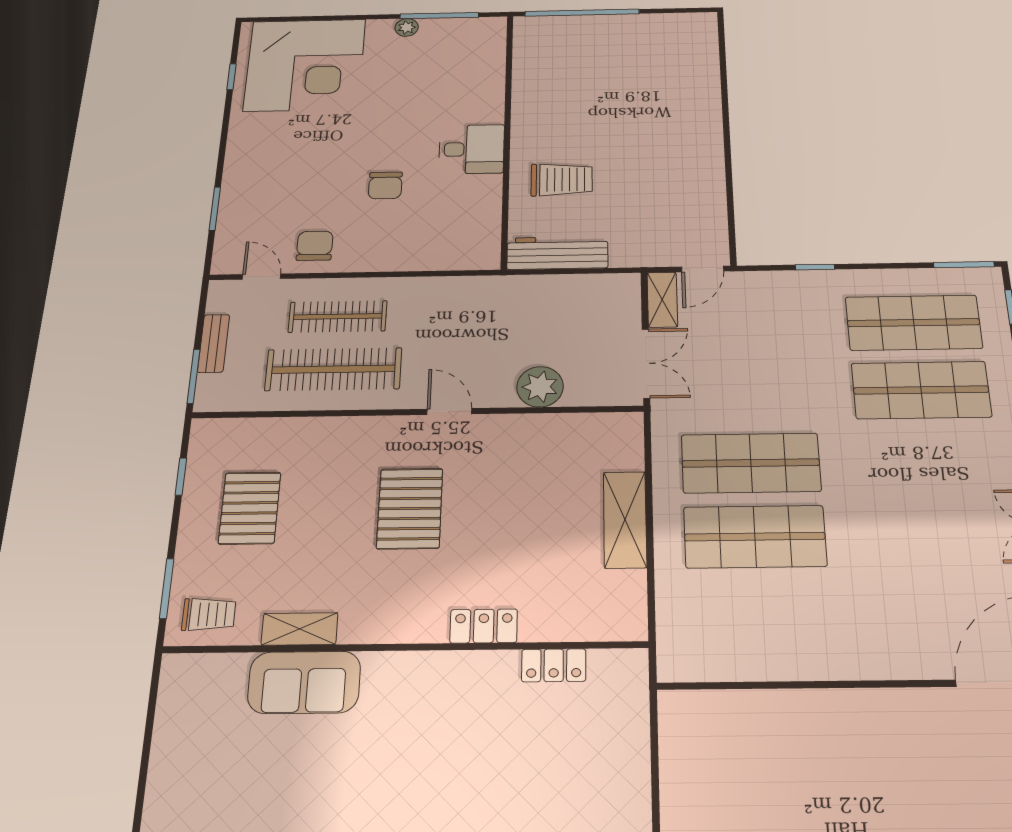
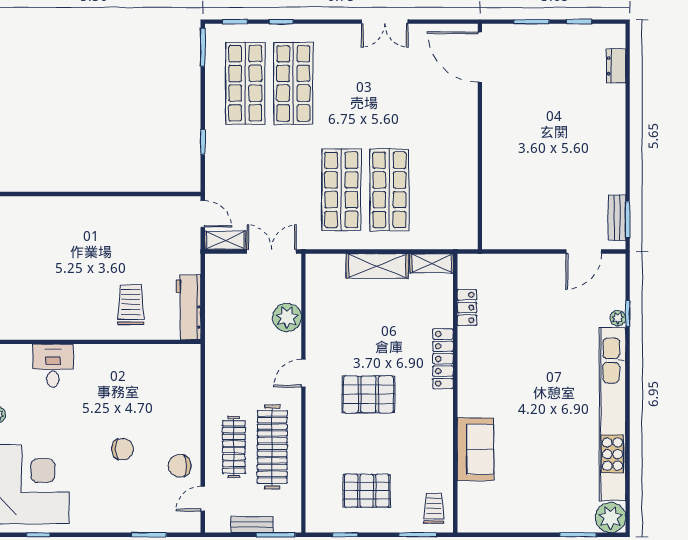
desk: (472, 149) -> (53, 366), moved
chair: (385, 185) -> (123, 449), moved
locker: (484, 626) -> (443, 359), width x1.53
shelving: (300, 629) -> (432, 263), moved, turned 90

